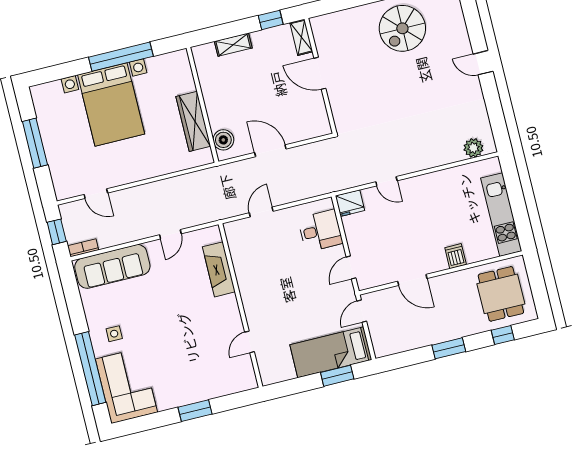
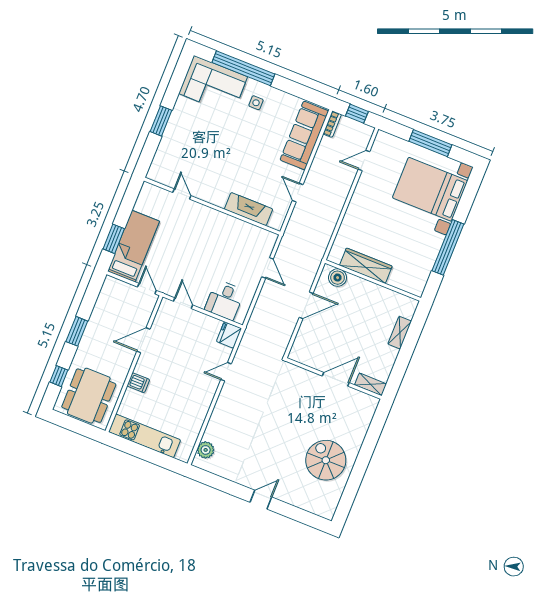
window: (271, 20) -> (398, 372), removed
bed with nightstands: (111, 104) -> (430, 189), moved
dining table: (501, 294) -> (89, 396), width x1.38

